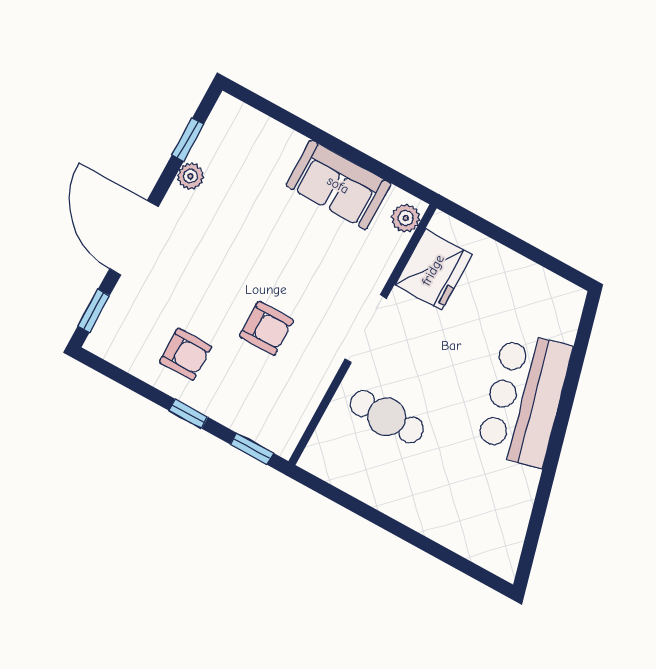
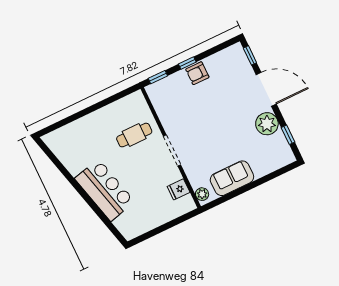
plant: (190, 176) -> (267, 124), width x1.88, depth x1.88
fridge: (433, 270) -> (179, 189), width x0.53, depth x0.75
armchair: (266, 328) -> (198, 114), removed
armchair: (185, 354) -> (197, 73), moved

